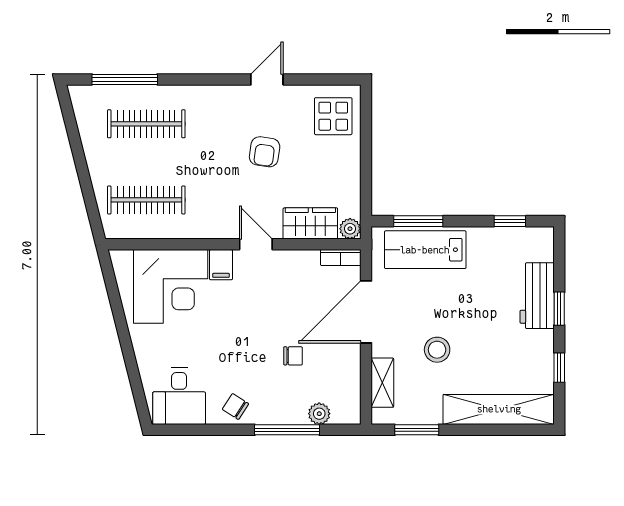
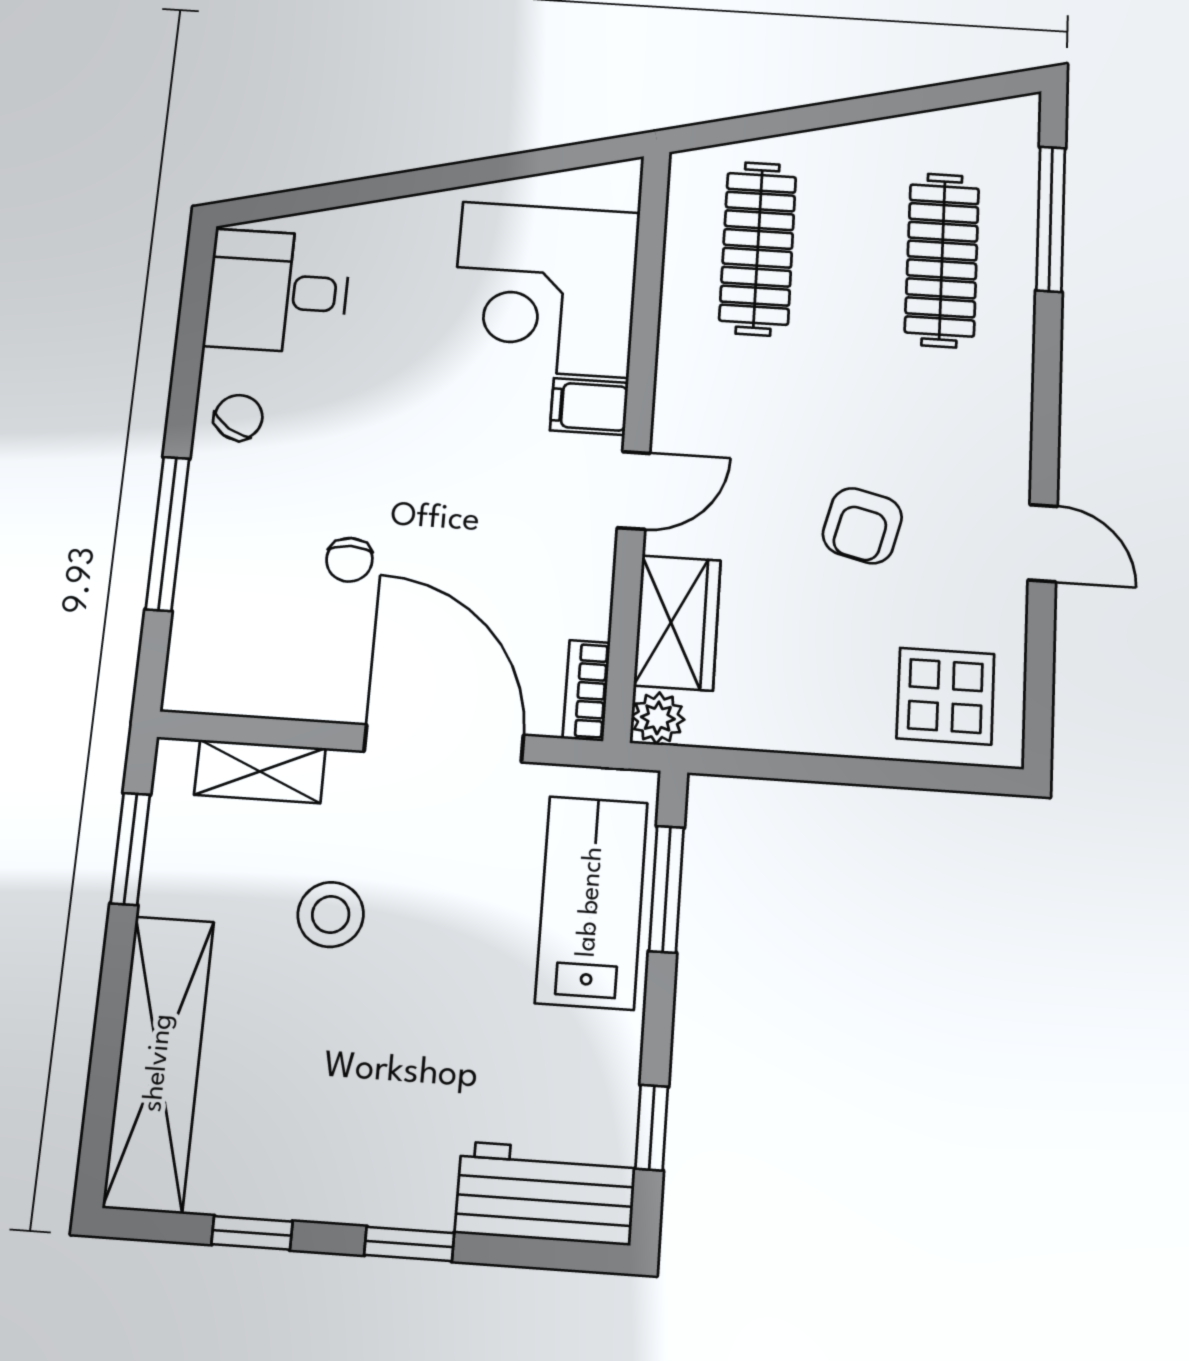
armchair: (265, 152) -> (862, 526), turned -84
workbench: (537, 296) -> (546, 1193), moved
plant: (319, 414) -> (199, 613), removed

